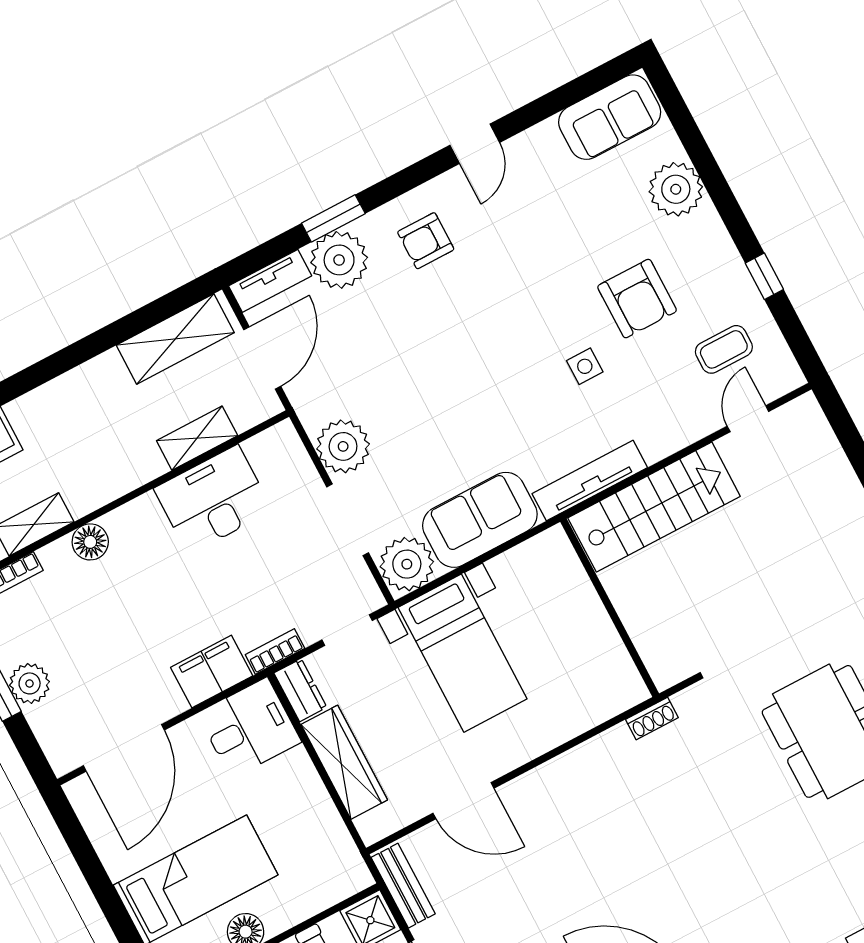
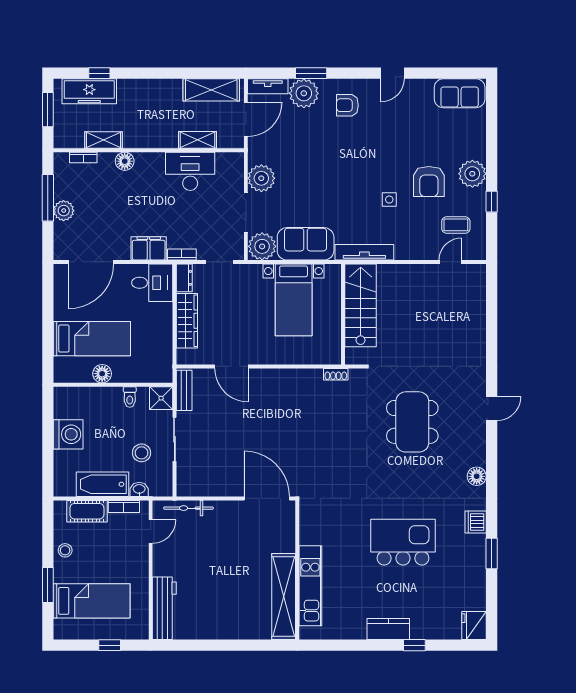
plant: (676, 189) -> (472, 174), moved
stairs: (654, 507) -> (361, 305), moved, turned -90
bed with nightstands: (463, 653) -> (294, 300), moved

